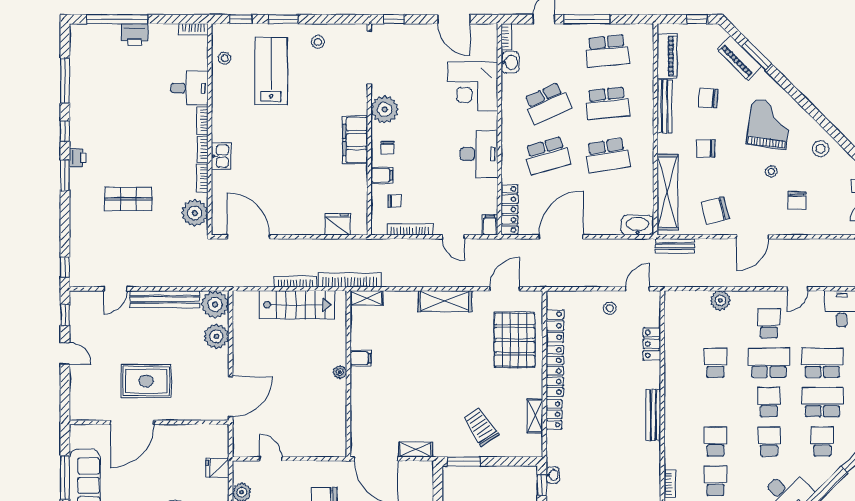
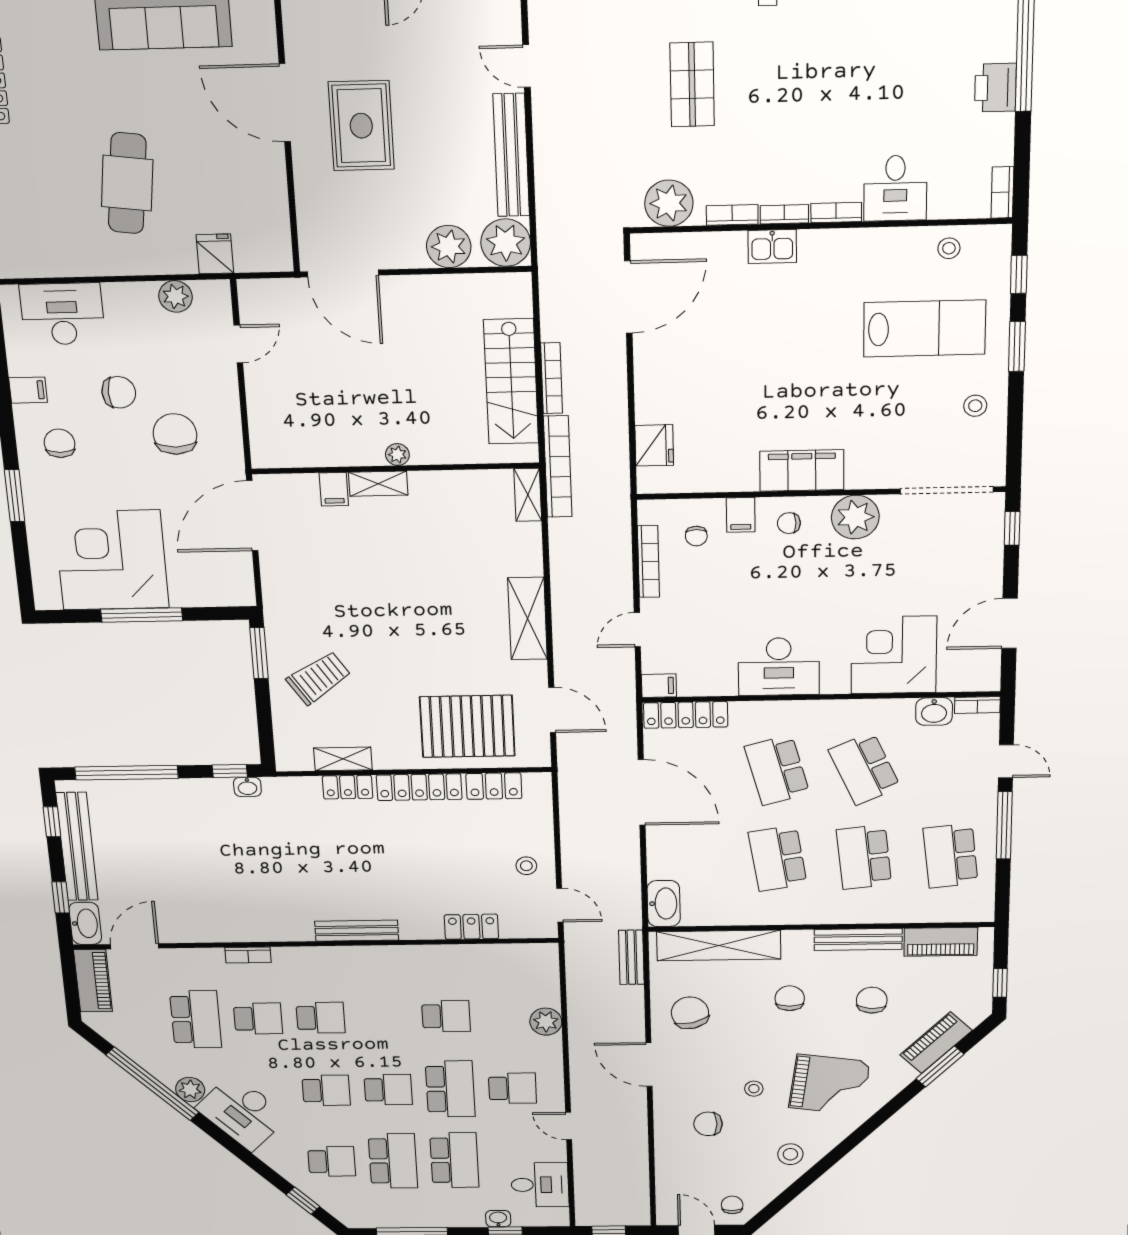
filing cabinet: (361, 358) -> (334, 489), moved
shelving: (416, 450) -> (378, 484), moved, turned 90

